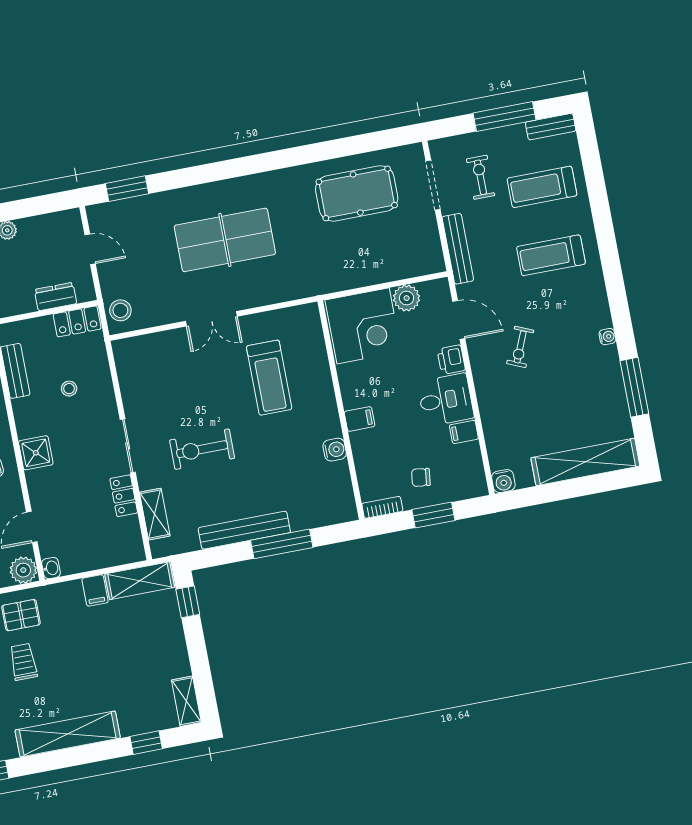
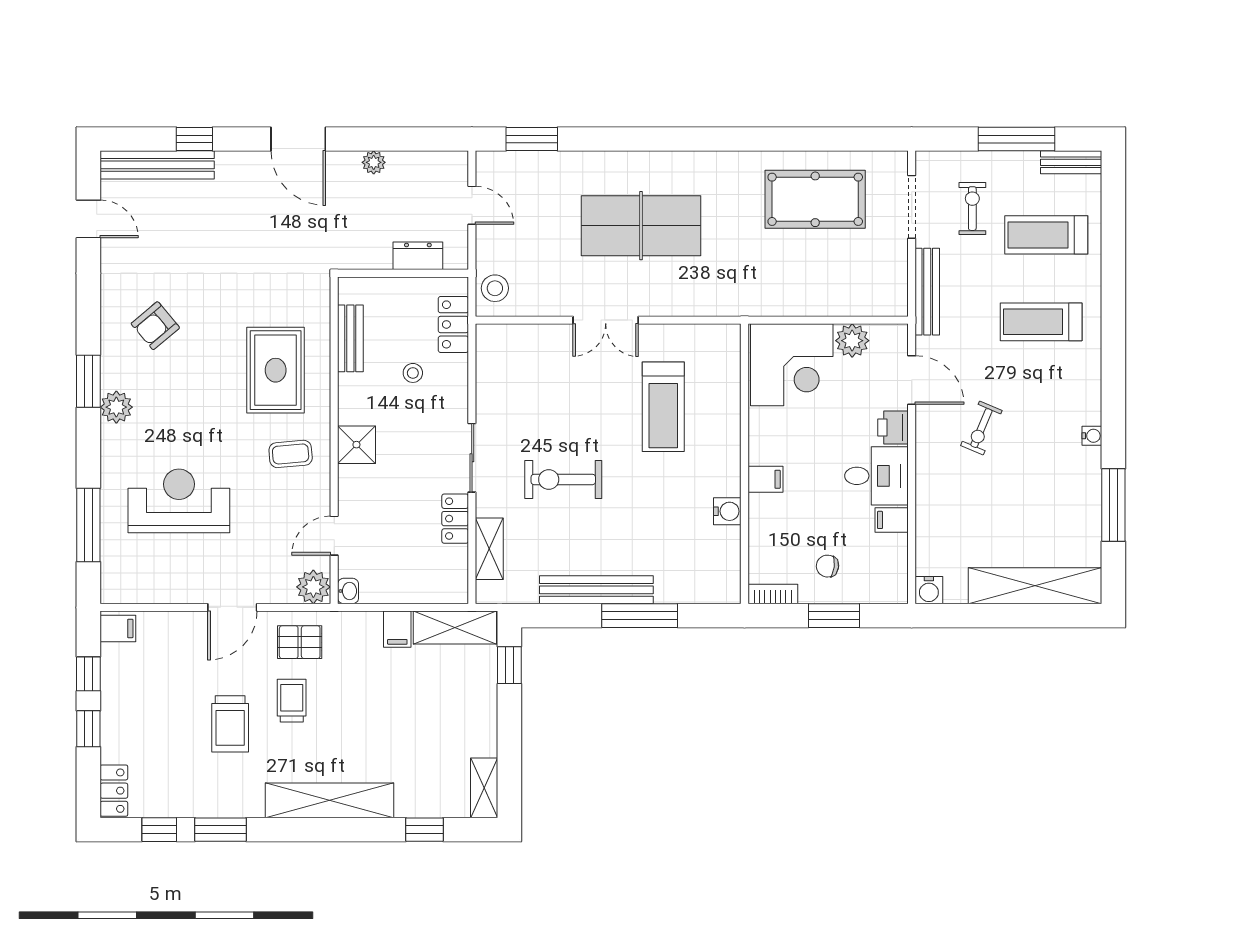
locker: (77, 321) -> (453, 324), moved, turned 90

